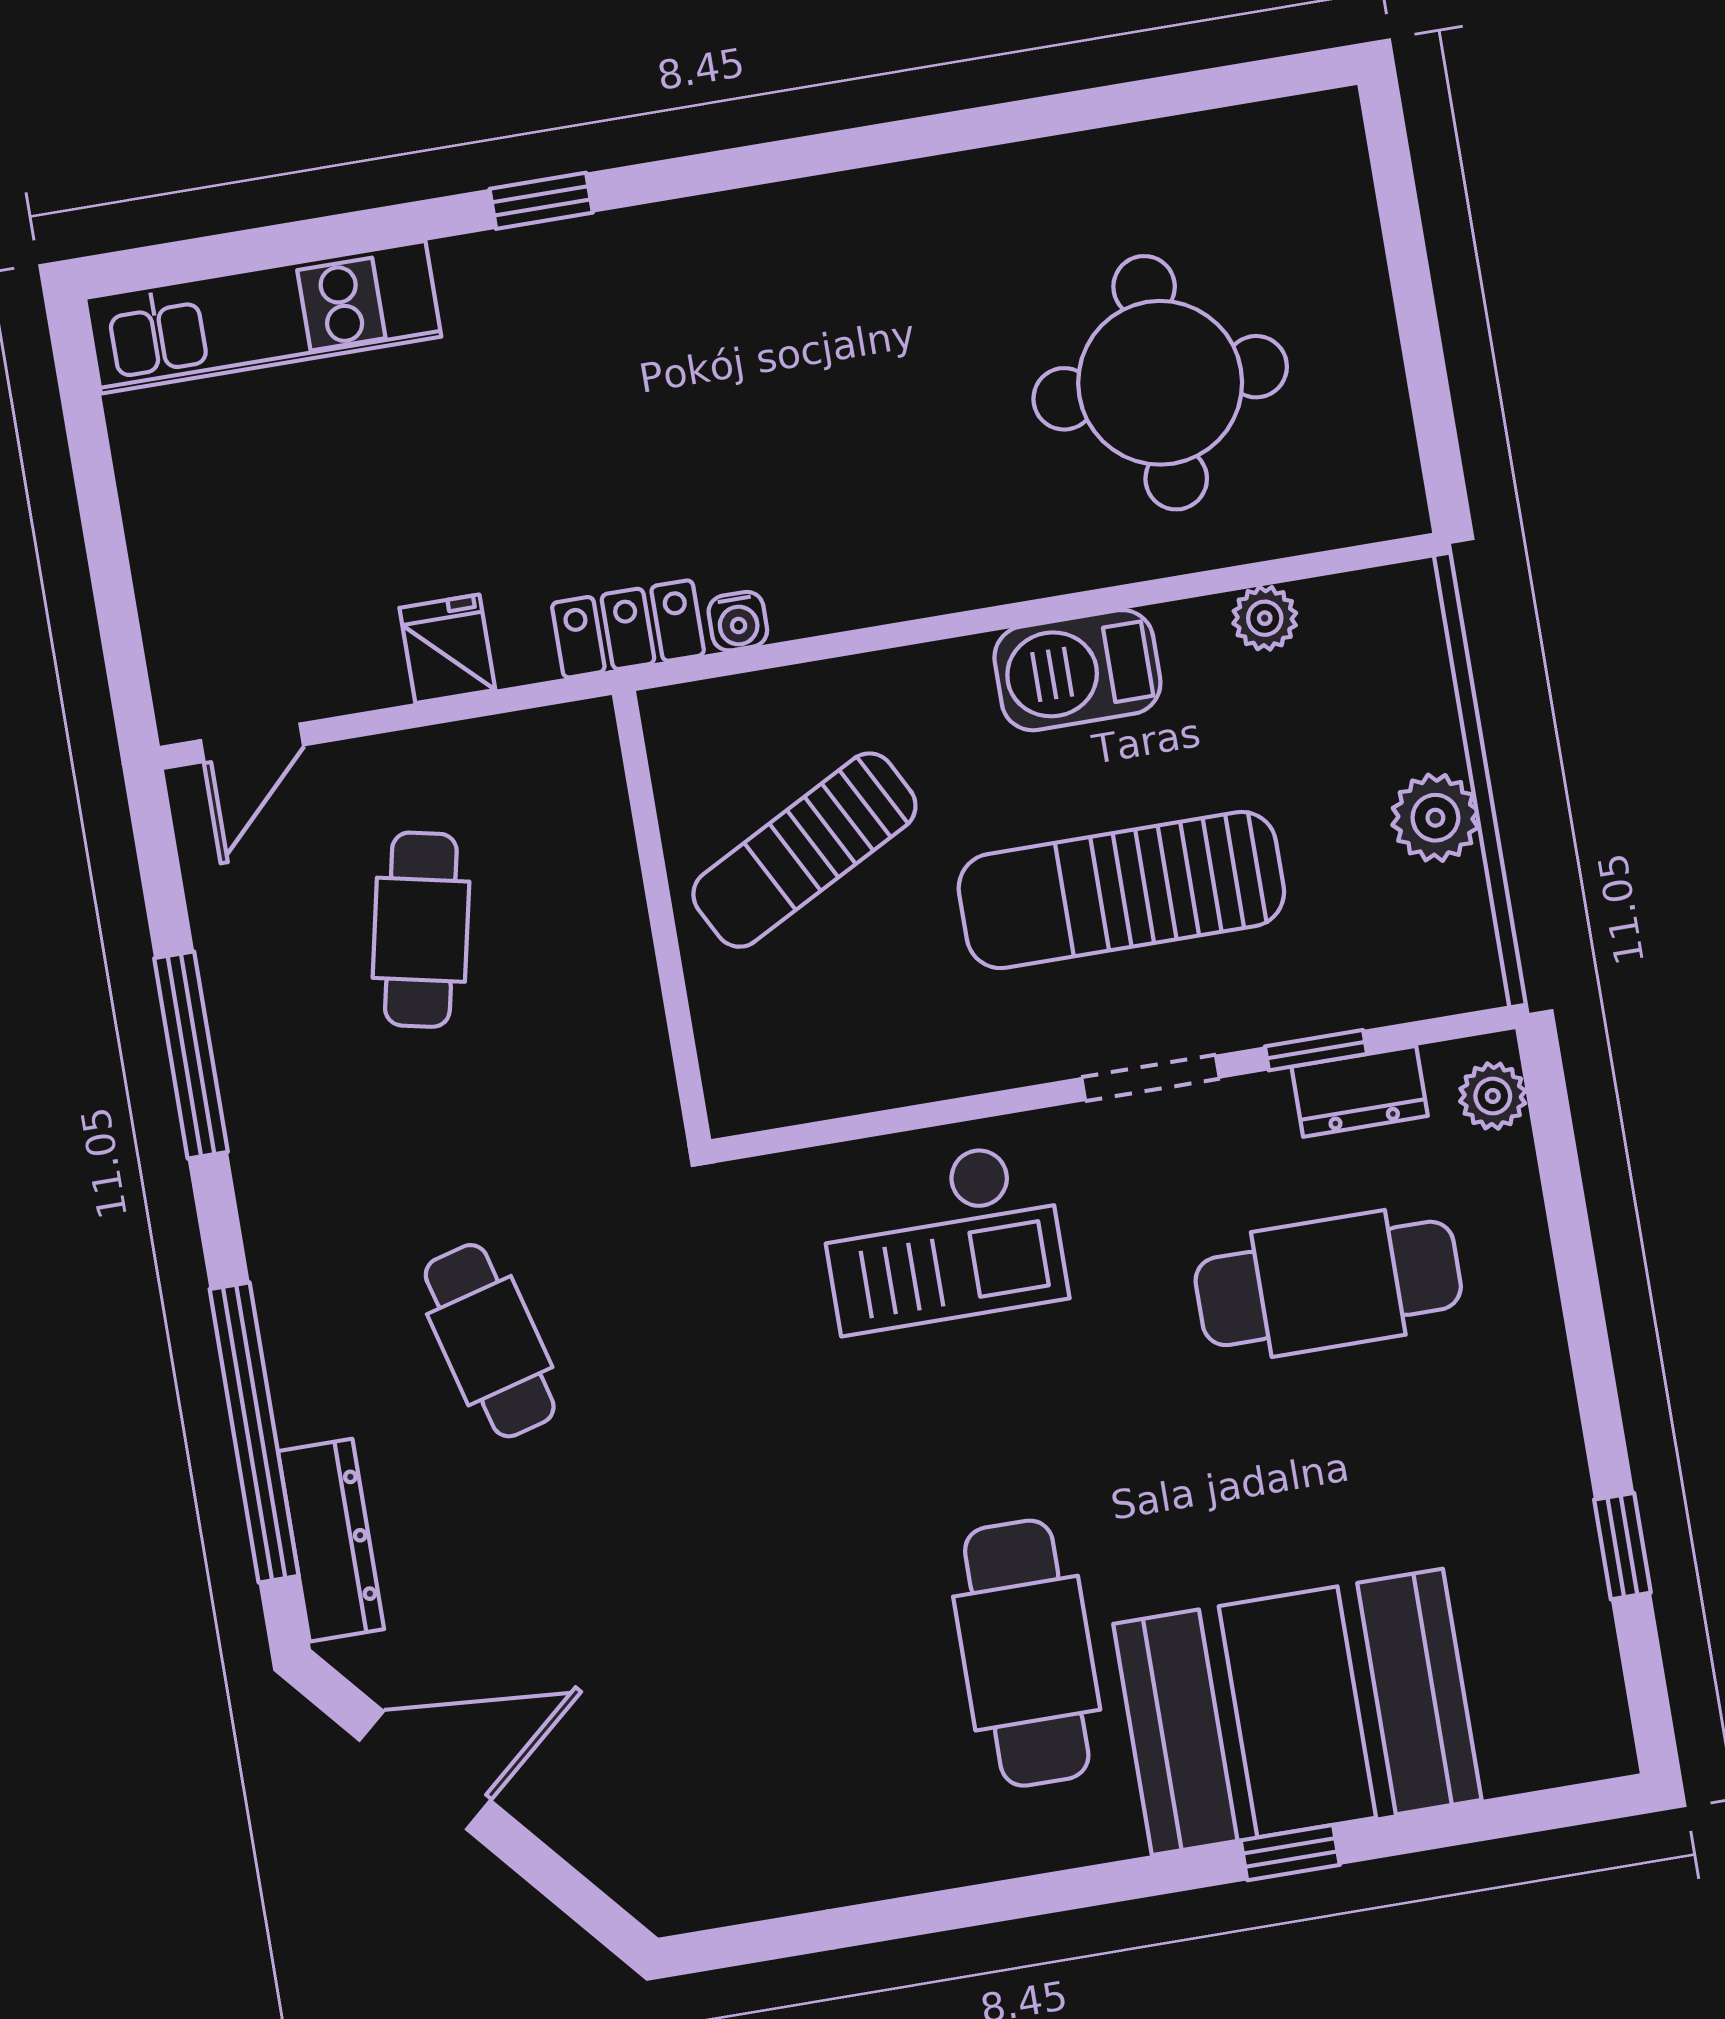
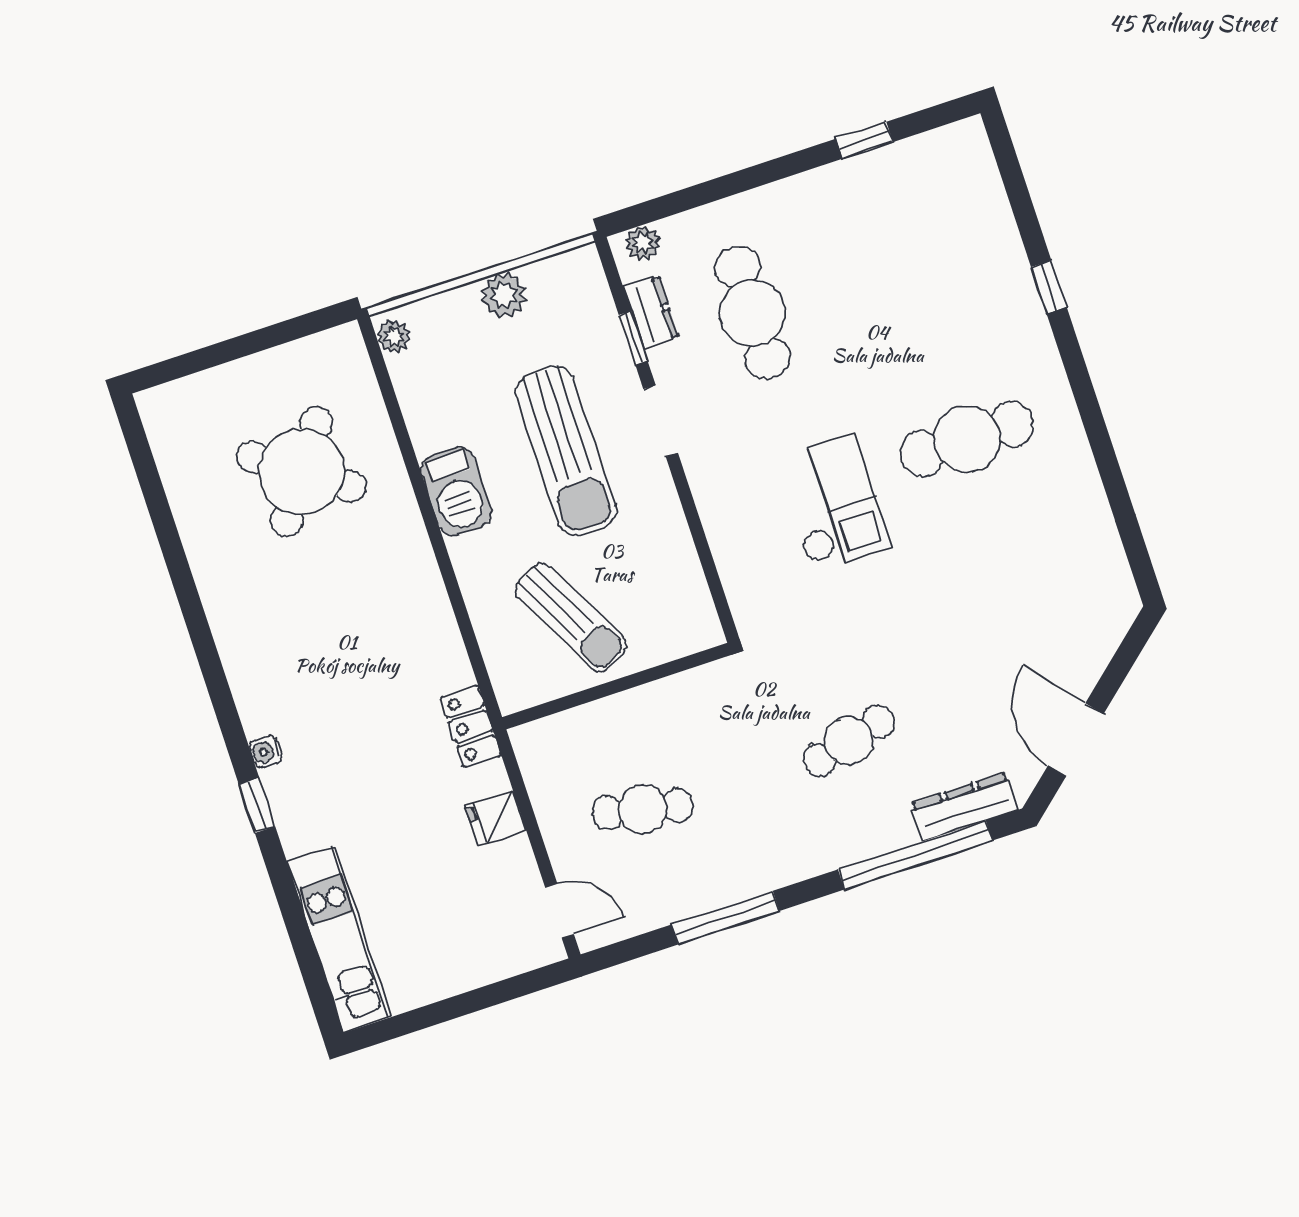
round table: (1160, 383) -> (301, 472), turned 35
plant: (1265, 618) -> (394, 336), moved
water cooler: (738, 621) -> (266, 752), moved, turned 180
checkout: (942, 1237) -> (833, 504), moved
booth: (1297, 1712) -> (976, 295), removed

